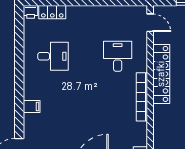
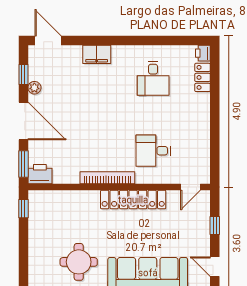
desk: (118, 56) -> (153, 151), turned 180
filing cabinet: (32, 107) -> (97, 54), width x2.00

